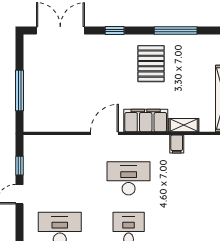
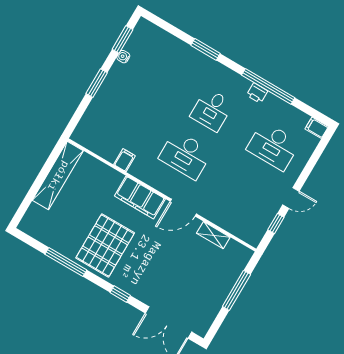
pallet: (151, 64) -> (105, 245), width x1.37, depth x1.41
shelving: (184, 125) -> (213, 235), moved

